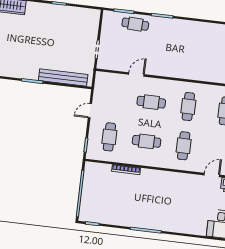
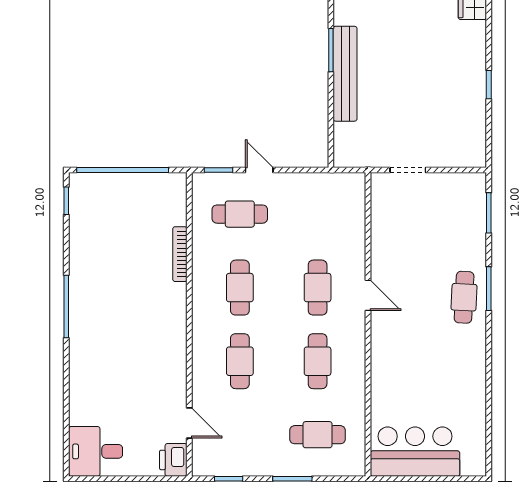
cafe table: (135, 24) -> (464, 297), moved
door: (136, 74) -> (368, 295), moved
bench: (63, 78) -> (345, 74), moved
cafe table: (188, 107) -> (318, 361), turned 90
door: (90, 111) -> (259, 170), moved
cafe table: (184, 146) -> (240, 361), turned 90

